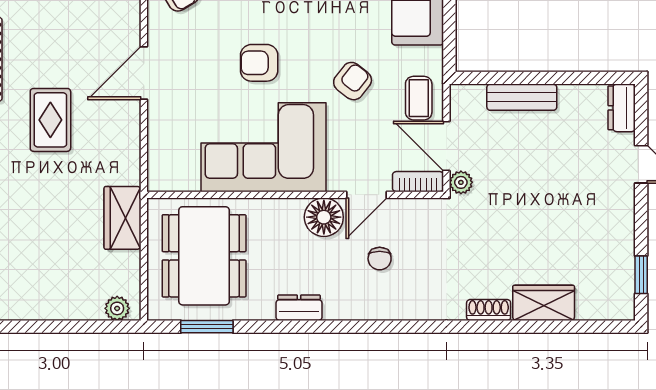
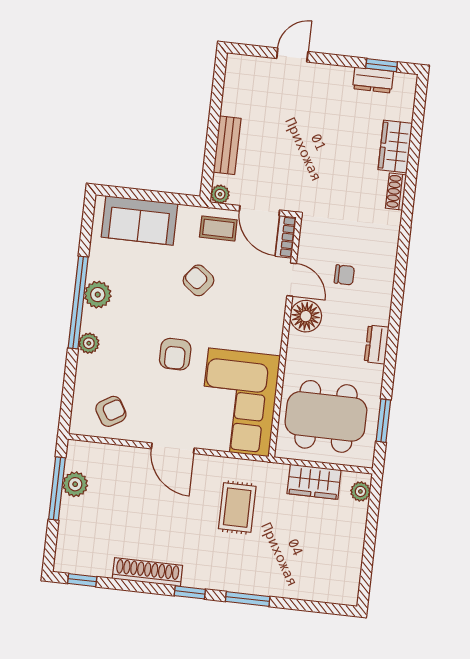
dresser: (622, 108) -> (373, 80), moved
rug: (50, 120) -> (237, 508), moved, turned 90
door: (446, 146) -> (260, 211), hinge flipped
corner sofa: (263, 147) -> (239, 402), moved
plant: (461, 182) -> (220, 194), moved
wardrobe: (122, 218) -> (314, 482), moved

